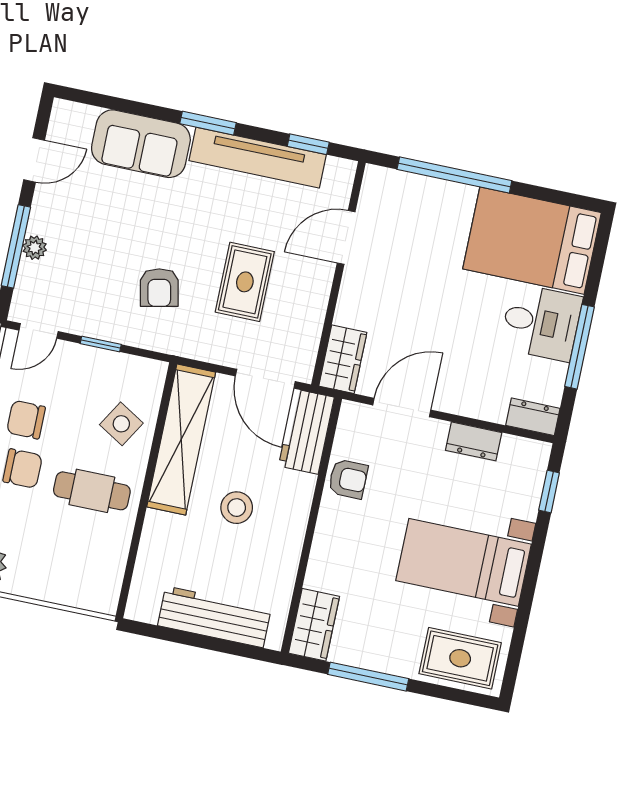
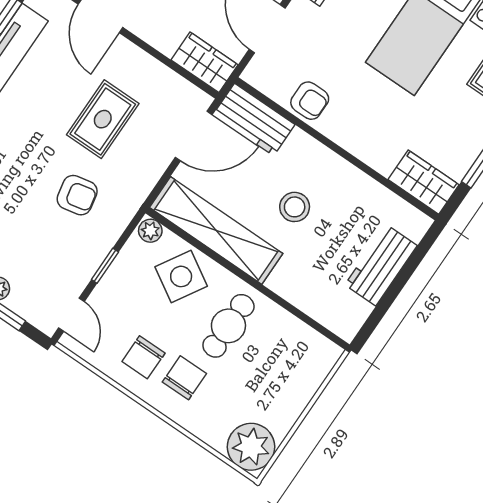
rug: (245, 282) -> (103, 119), turned 90
plant: (154, 375) -> (150, 231), added
side table: (121, 424) -> (181, 276), width x1.37, depth x1.37
armchair: (348, 479) -> (310, 101), turned 90
workbench: (214, 617) -> (381, 265), width x0.73

